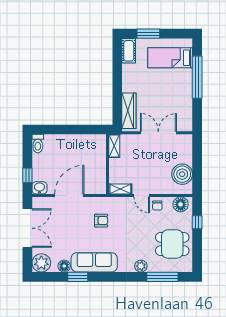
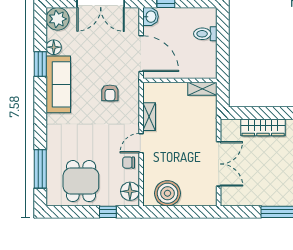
wardrobe: (129, 111) -> (263, 127), moved
toilet: (38, 144) -> (205, 34), moved
shelving: (114, 146) -> (202, 89), moved
wall: (108, 164) -> (180, 80), moved
plant: (141, 266) -> (54, 142), removed

